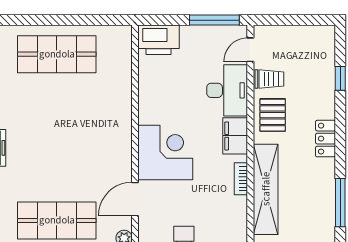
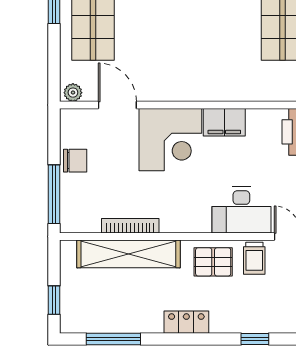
filing cabinet: (235, 136) -> (224, 122), moved, turned 180
bookcase: (241, 179) -> (130, 226), width x1.56

